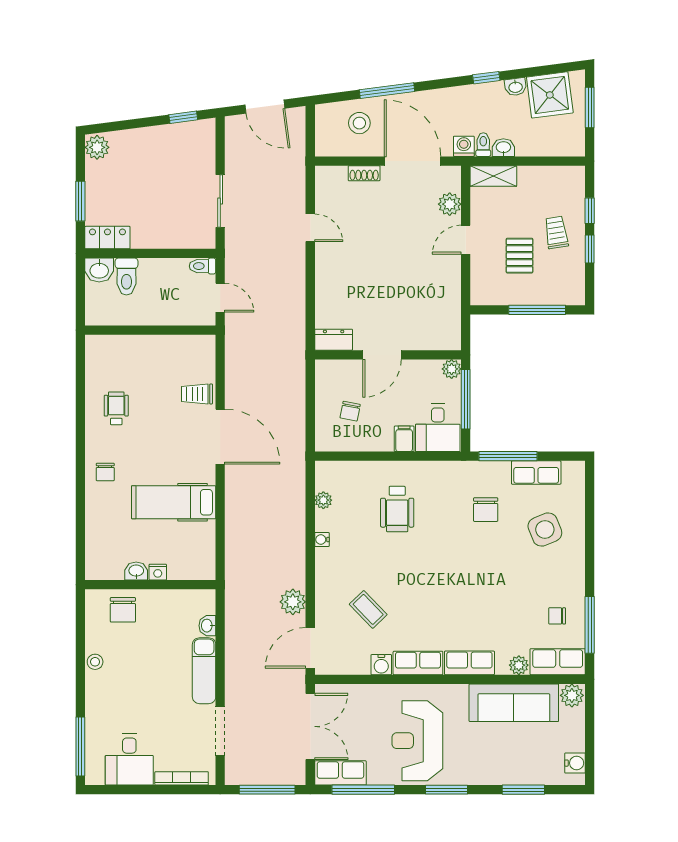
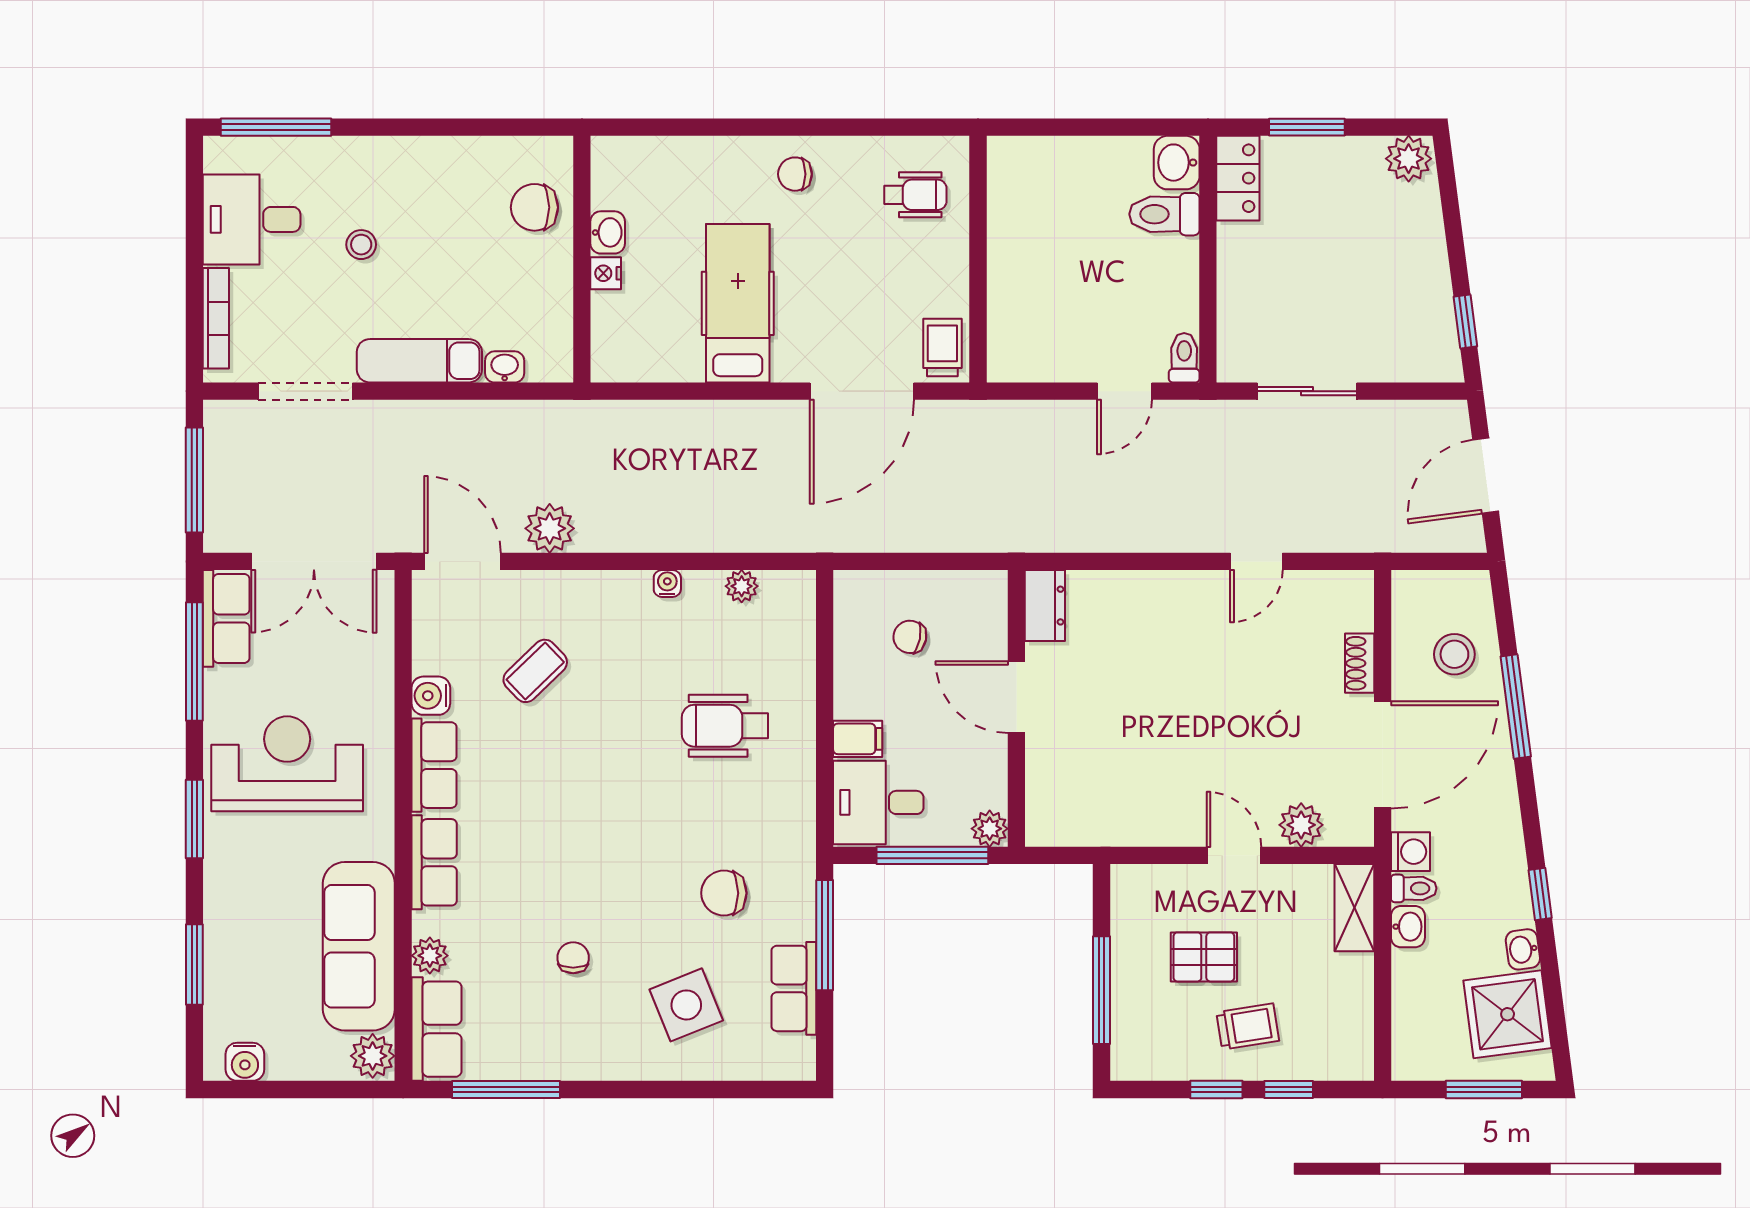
wall: (150, 330) -> (978, 259), moved
chair: (557, 616) -> (573, 958), moved
stool: (95, 662) -> (361, 245), moved

